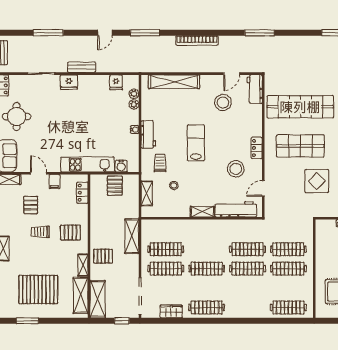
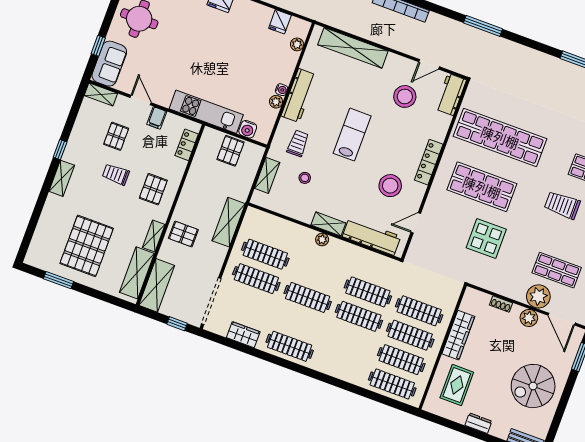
plant: (134, 104) -> (276, 102), moved
workbench: (148, 134) -> (299, 95), width x1.38
locker: (257, 148) -> (429, 162), width x1.53
plant: (202, 224) -> (322, 240), added
pallet: (70, 233) -> (153, 189), turned 90
wardrobe: (322, 256) -> (458, 335), added
clothes rail: (288, 288) -> (401, 360), added
pallet: (38, 289) -> (87, 246), turned 90

